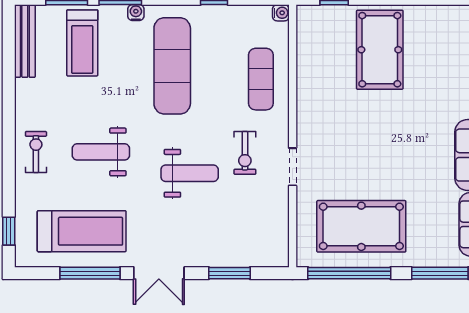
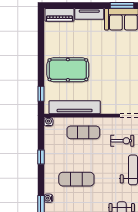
tv unit: (308, 63) -> (75, 107), added
exercise mat: (172, 66) -> (76, 179), width x0.73, depth x0.69

